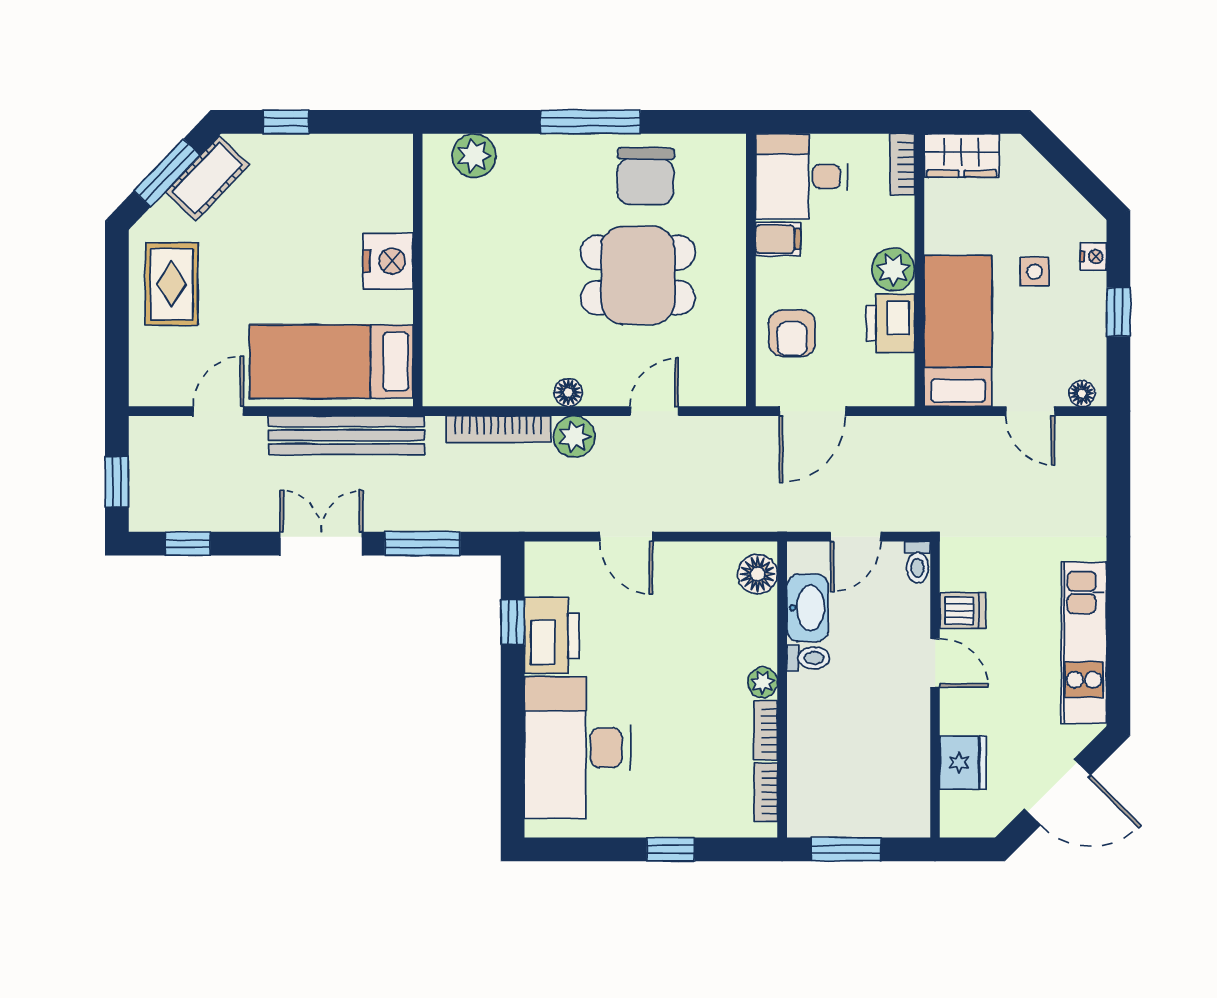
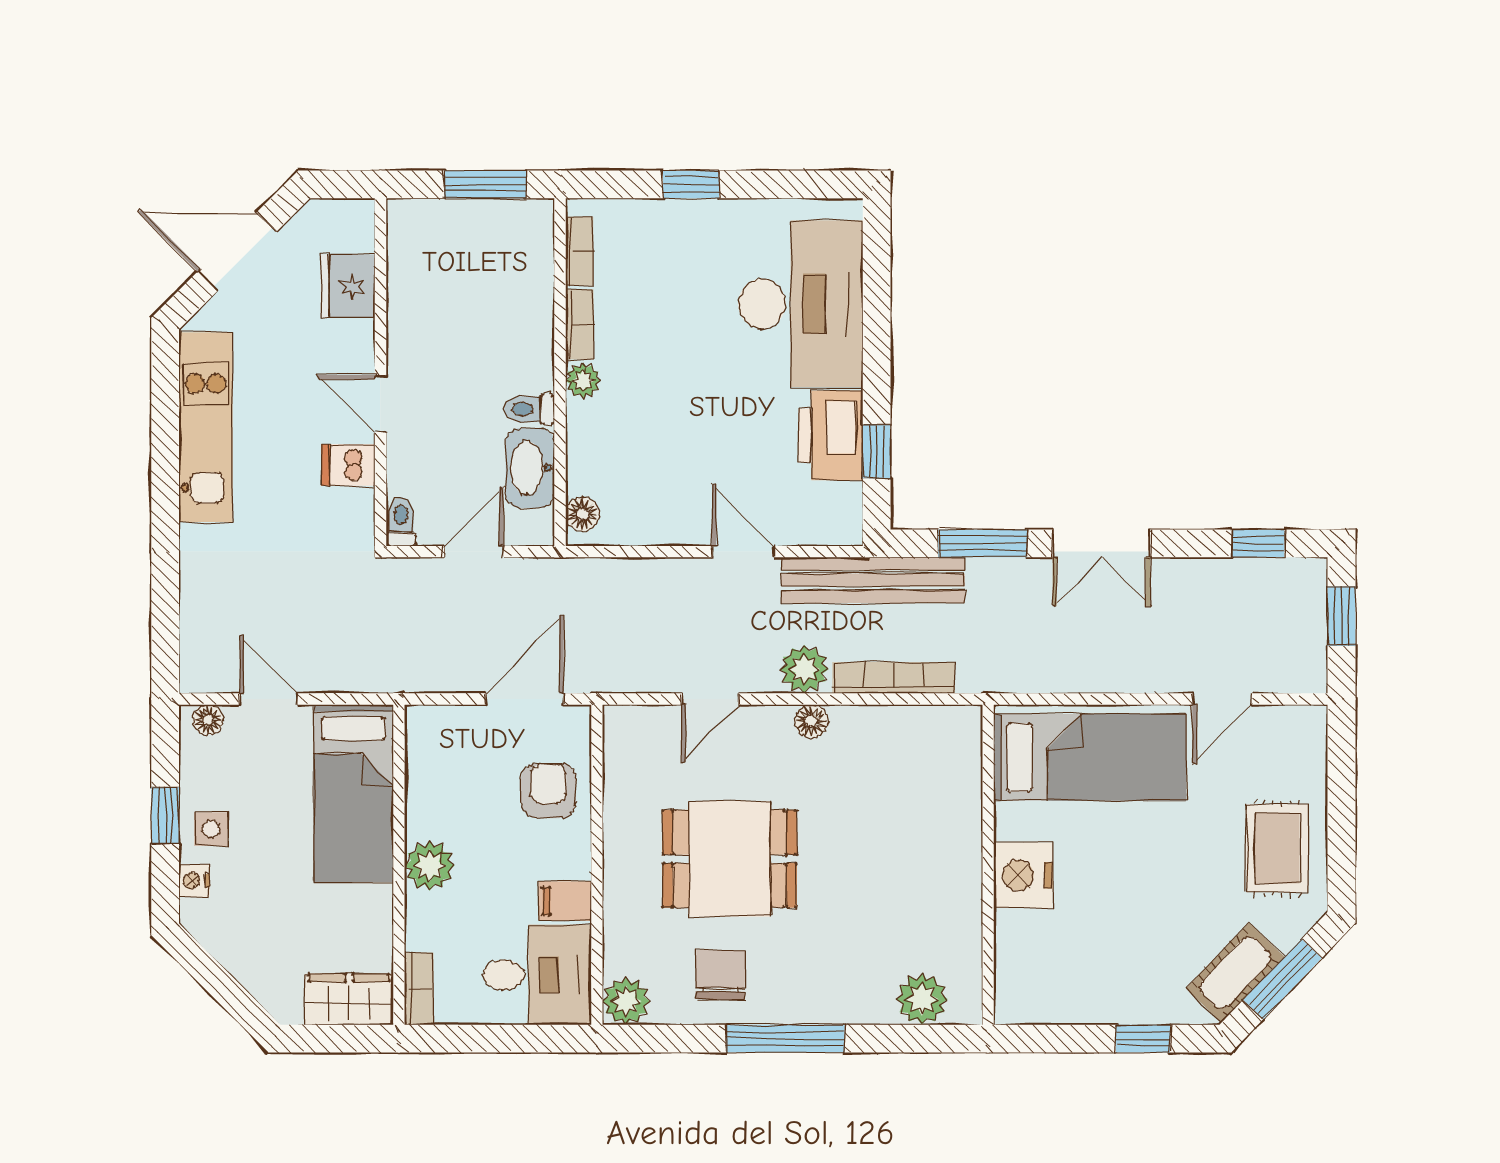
plant: (726, 154) -> (626, 1001), added
chair: (646, 176) -> (720, 975), width x0.73, depth x0.73
side table: (1035, 272) -> (211, 829), moved
printer: (890, 323) -> (433, 802), removed
bench: (346, 435) -> (873, 580), moved
floor lamp: (758, 574) -> (583, 514), width x0.73, depth x0.73

